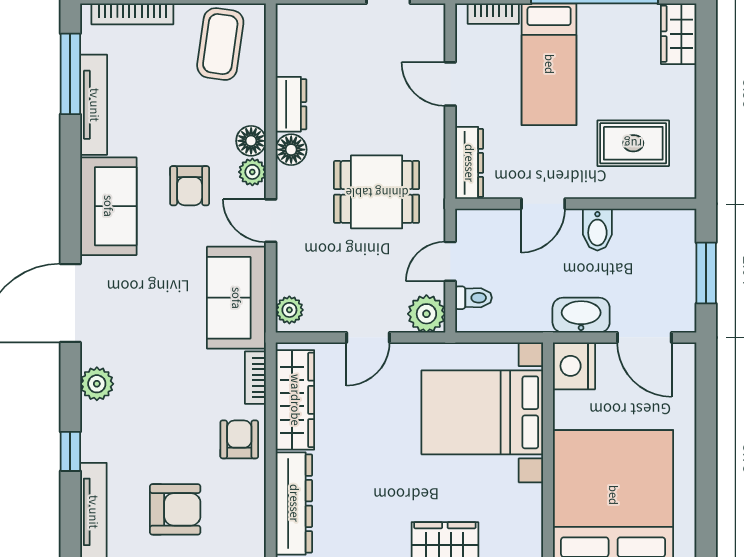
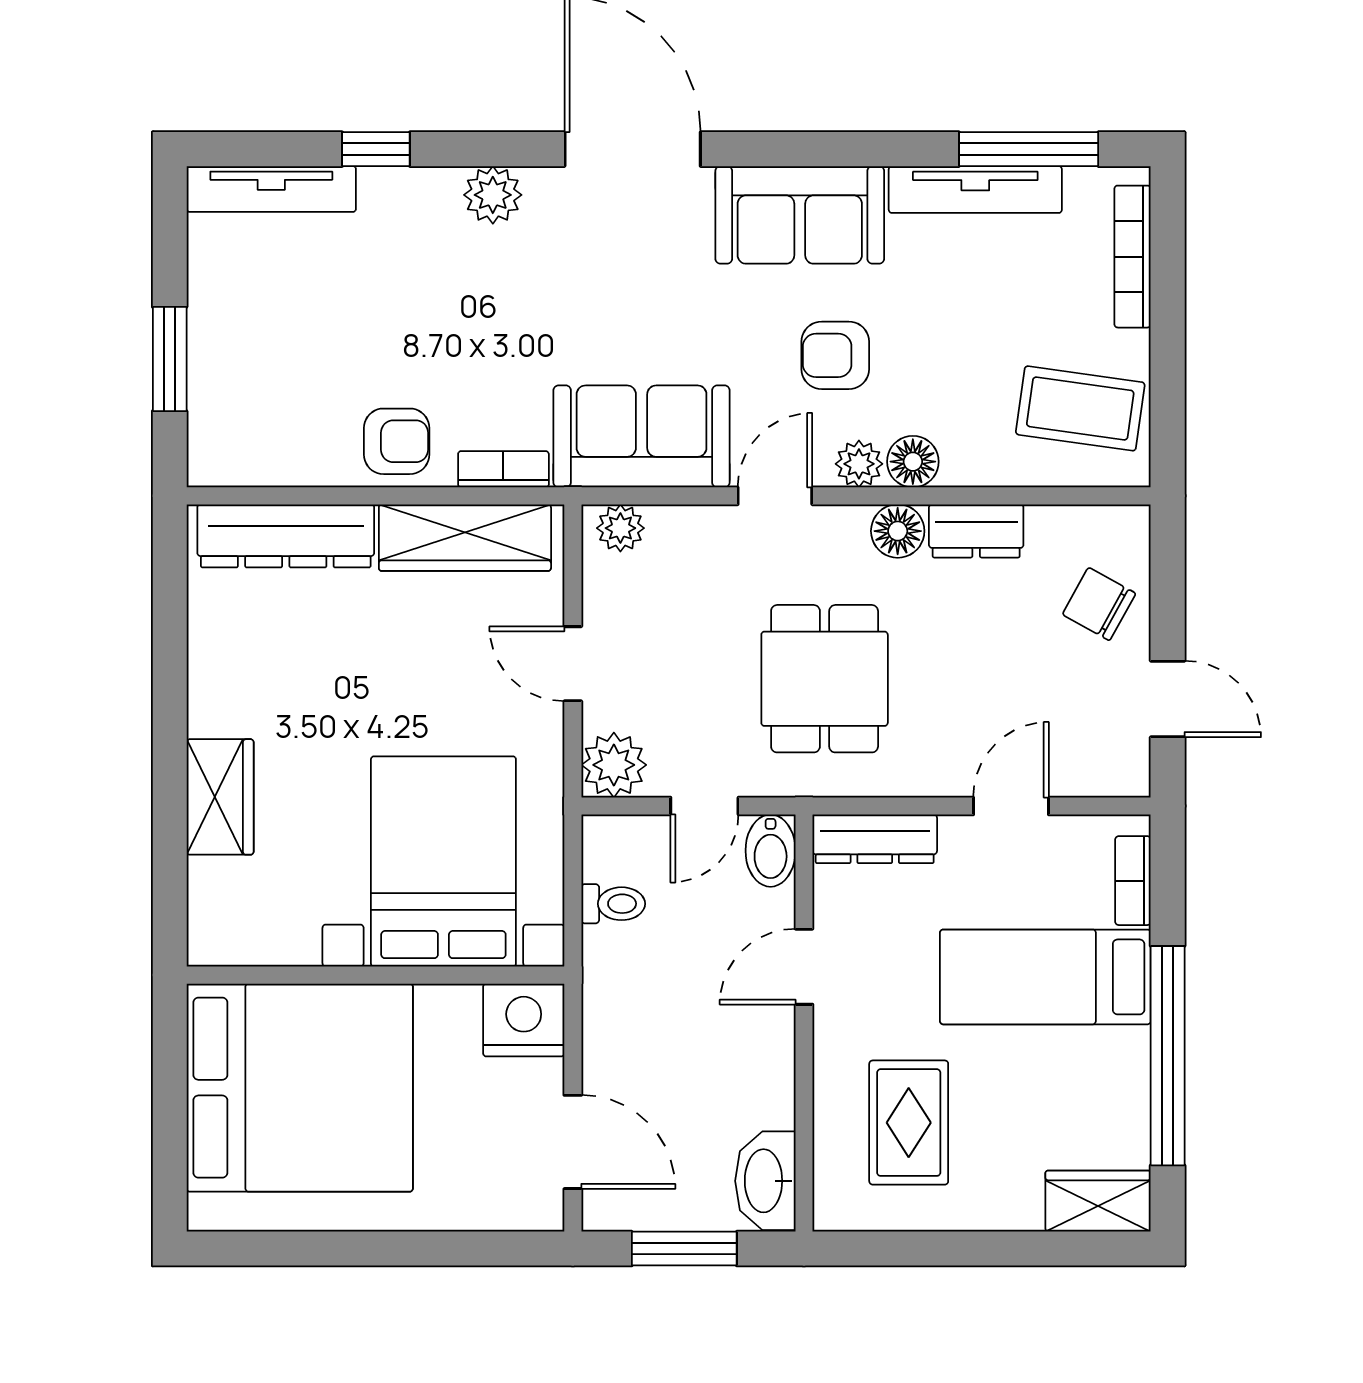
chair: (333, 33) -> (1099, 604), added
door: (543, 204) -> (804, 967), hinge flipped
bidet: (597, 230) -> (771, 851), moved, turned -90
door: (450, 261) -> (704, 806), swing flipped
toilet: (473, 298) -> (613, 904), moved, turned -90
washbasin: (581, 315) -> (765, 1181), moved, turned 180
door: (644, 337) -> (573, 1142), swing flipped
armchair: (175, 509) -> (276, 330), removed

